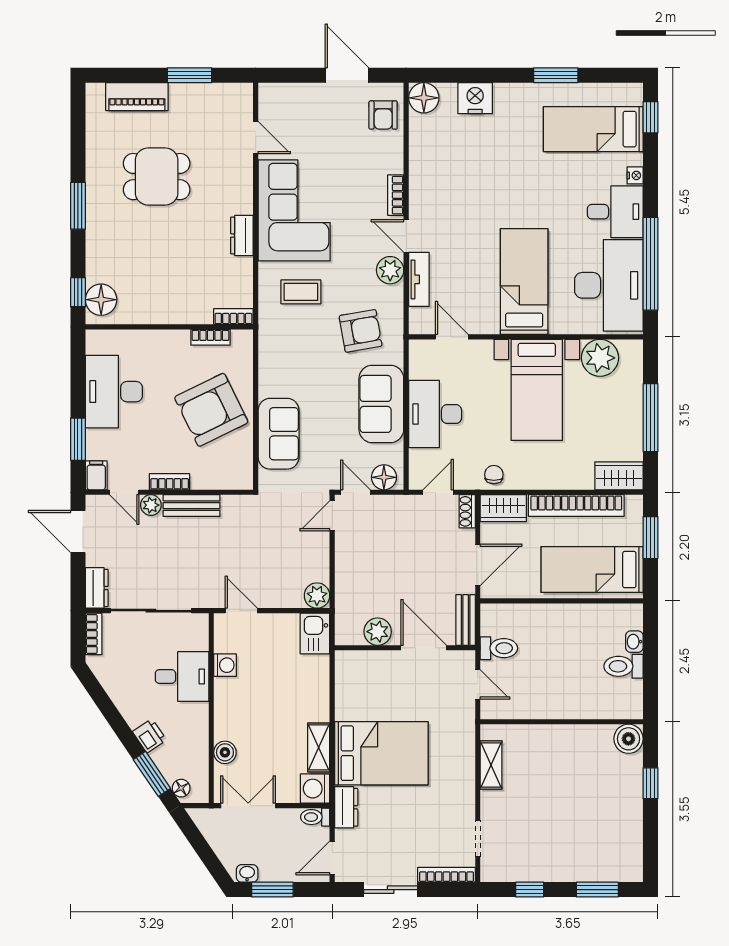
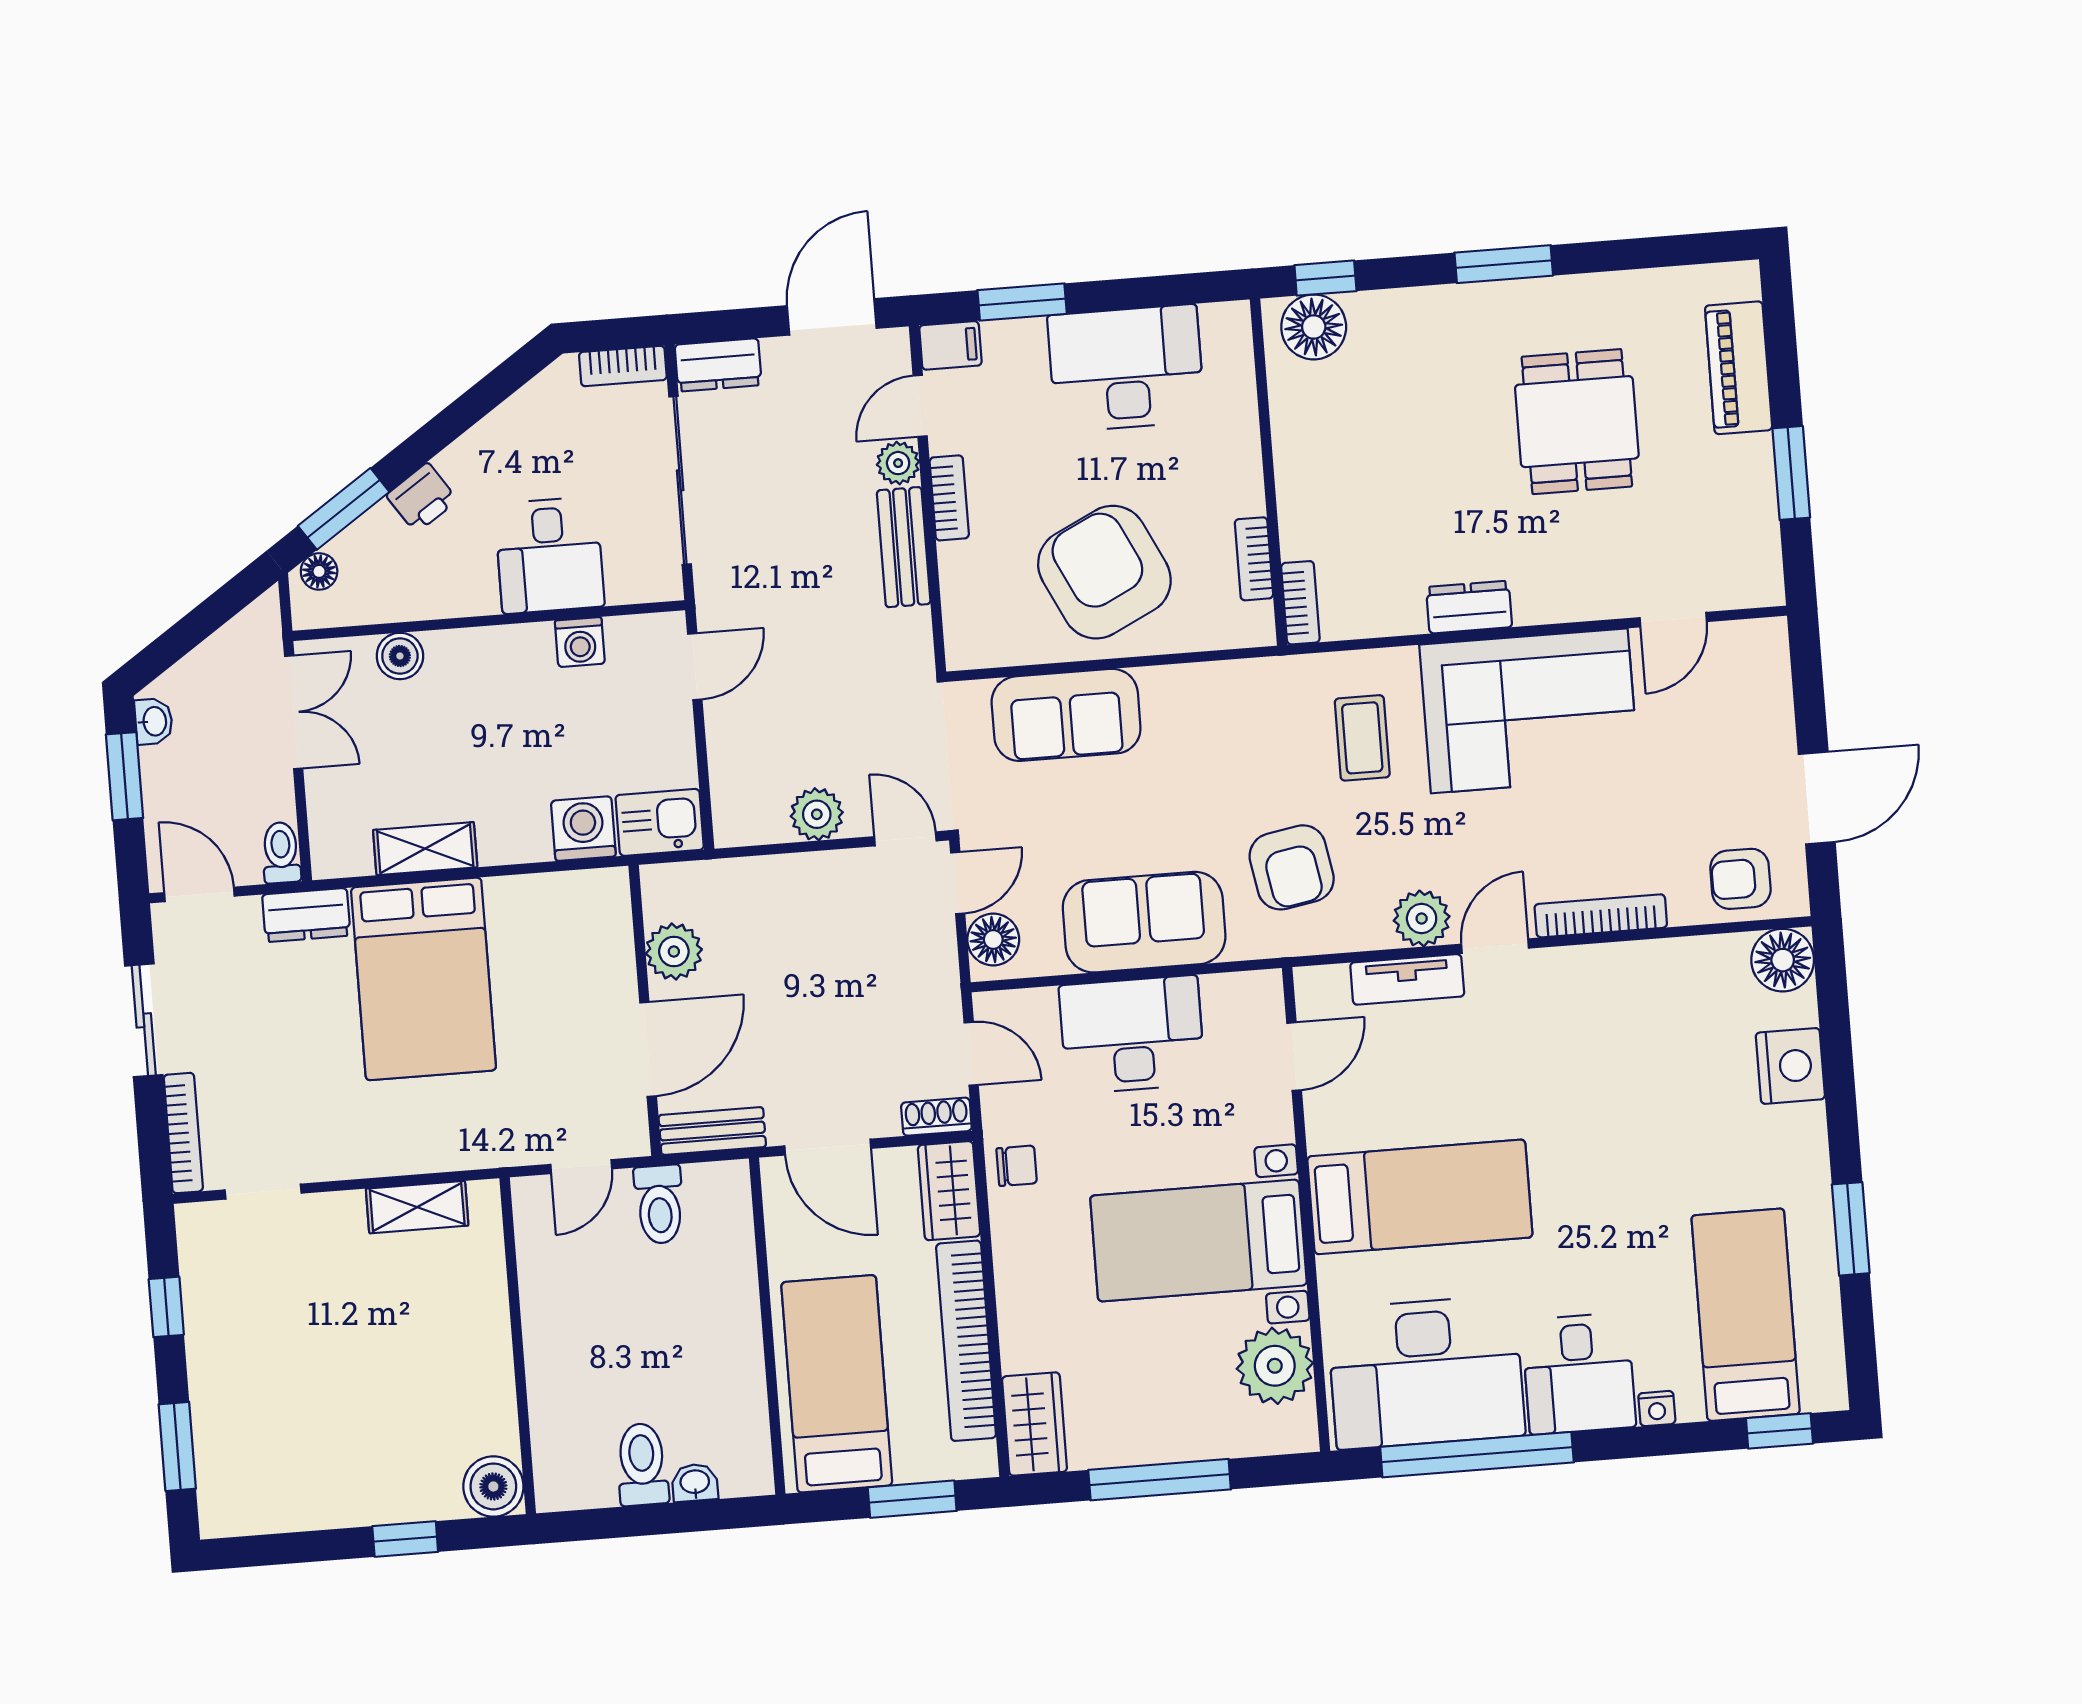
bookcase: (396, 195) -> (1601, 916), width x1.56
plant: (317, 596) -> (817, 814), moved
washing machine: (315, 789) -> (583, 829), moved

